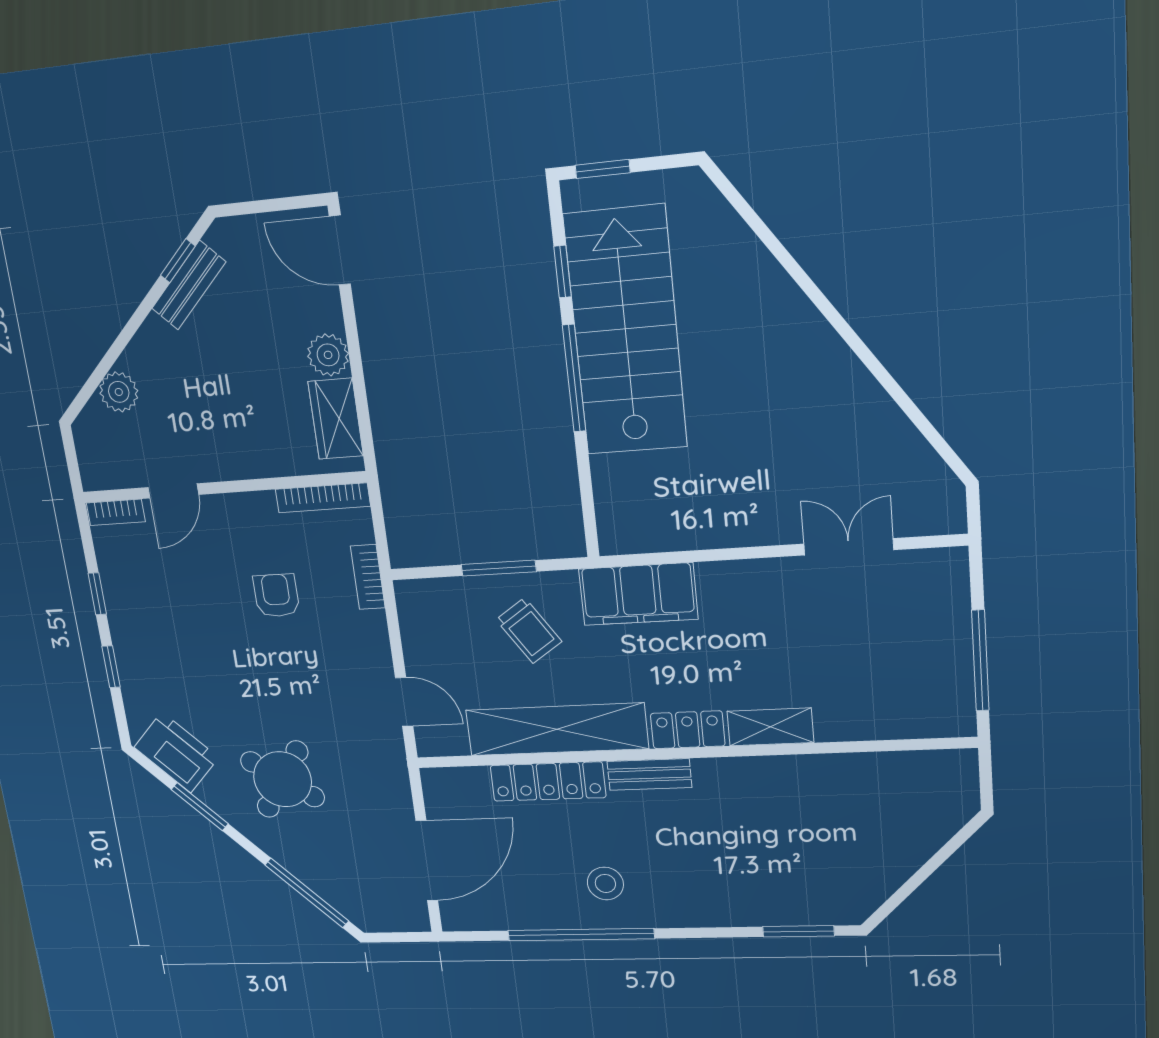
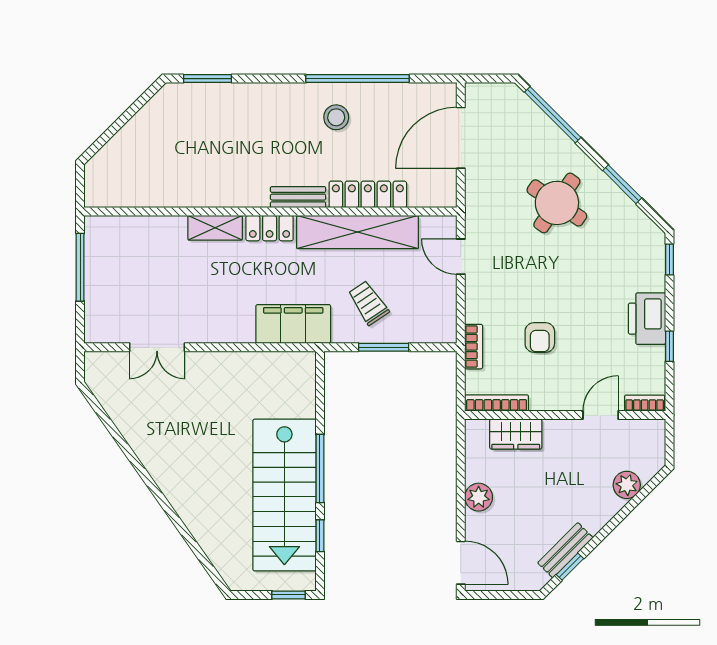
wardrobe: (336, 419) -> (516, 434), moved, turned 90
window: (111, 667) -> (669, 259), moved
printer: (176, 752) -> (647, 319), moved, turned 45

